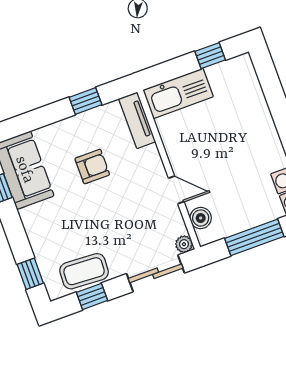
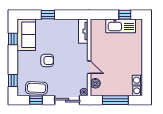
kitchen sink: (178, 93) -> (121, 26), moved
window: (85, 101) -> (48, 15), moved
armchair: (92, 167) -> (47, 60), moved

